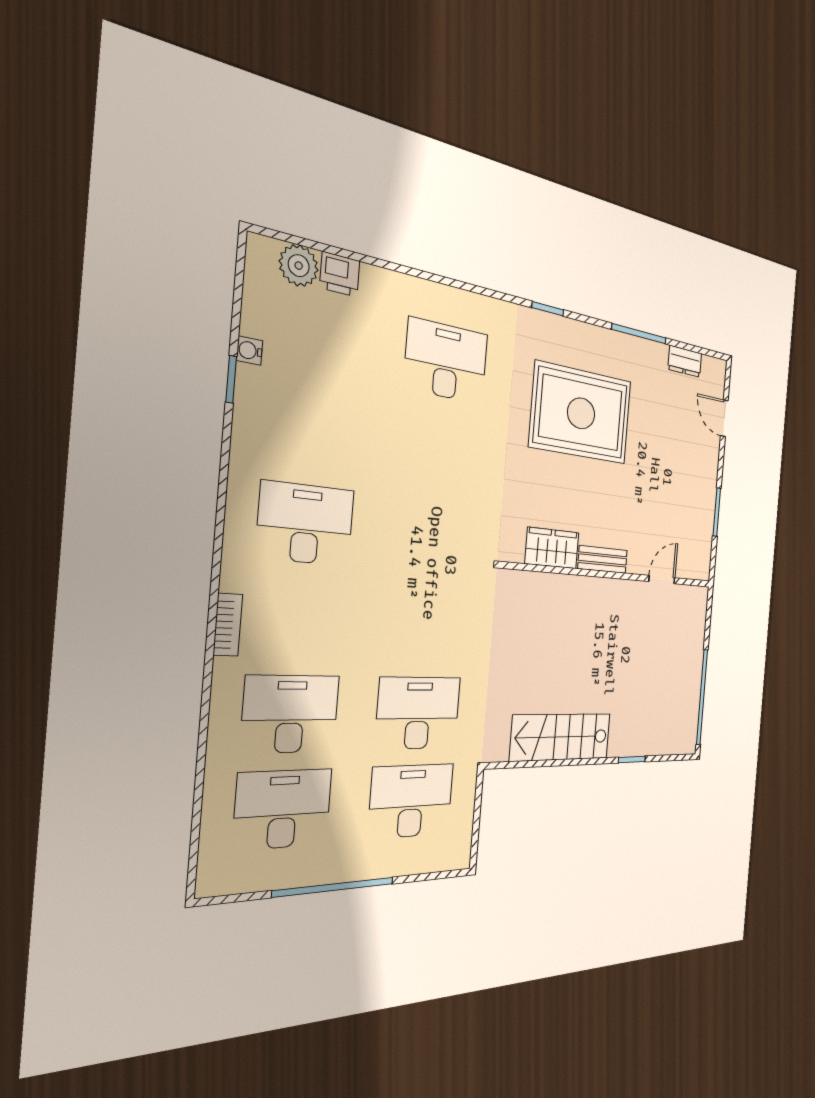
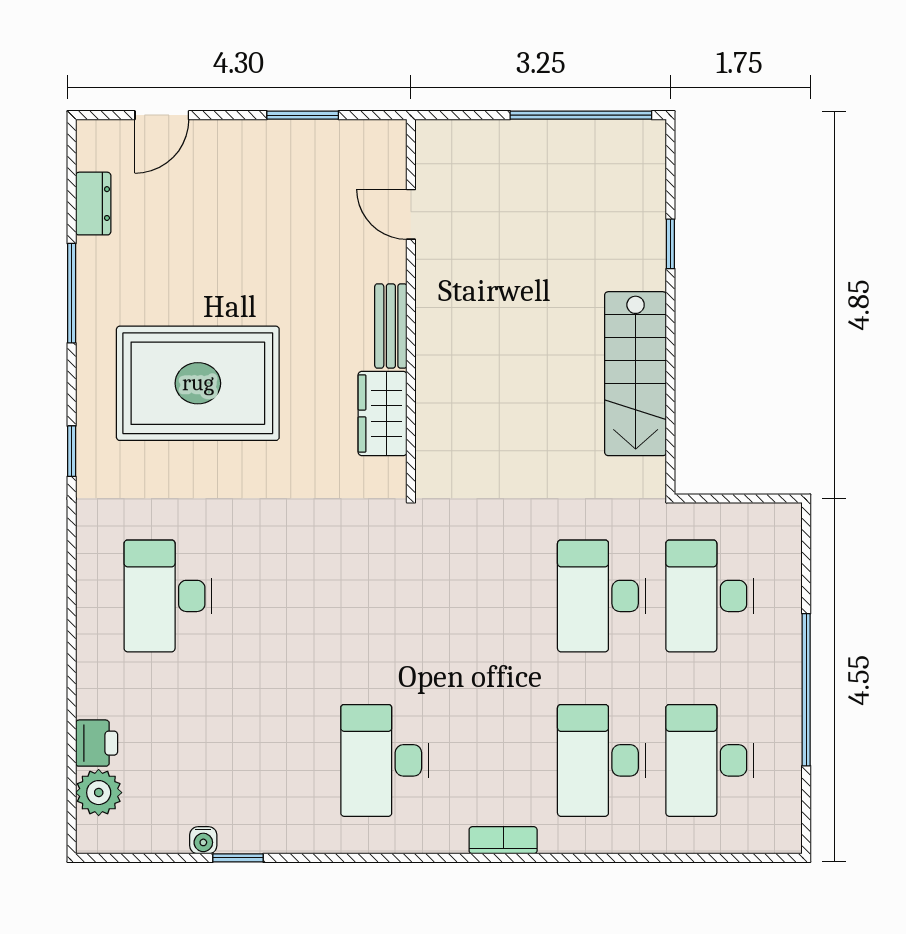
rug: (581, 413) -> (198, 383), turned 90

